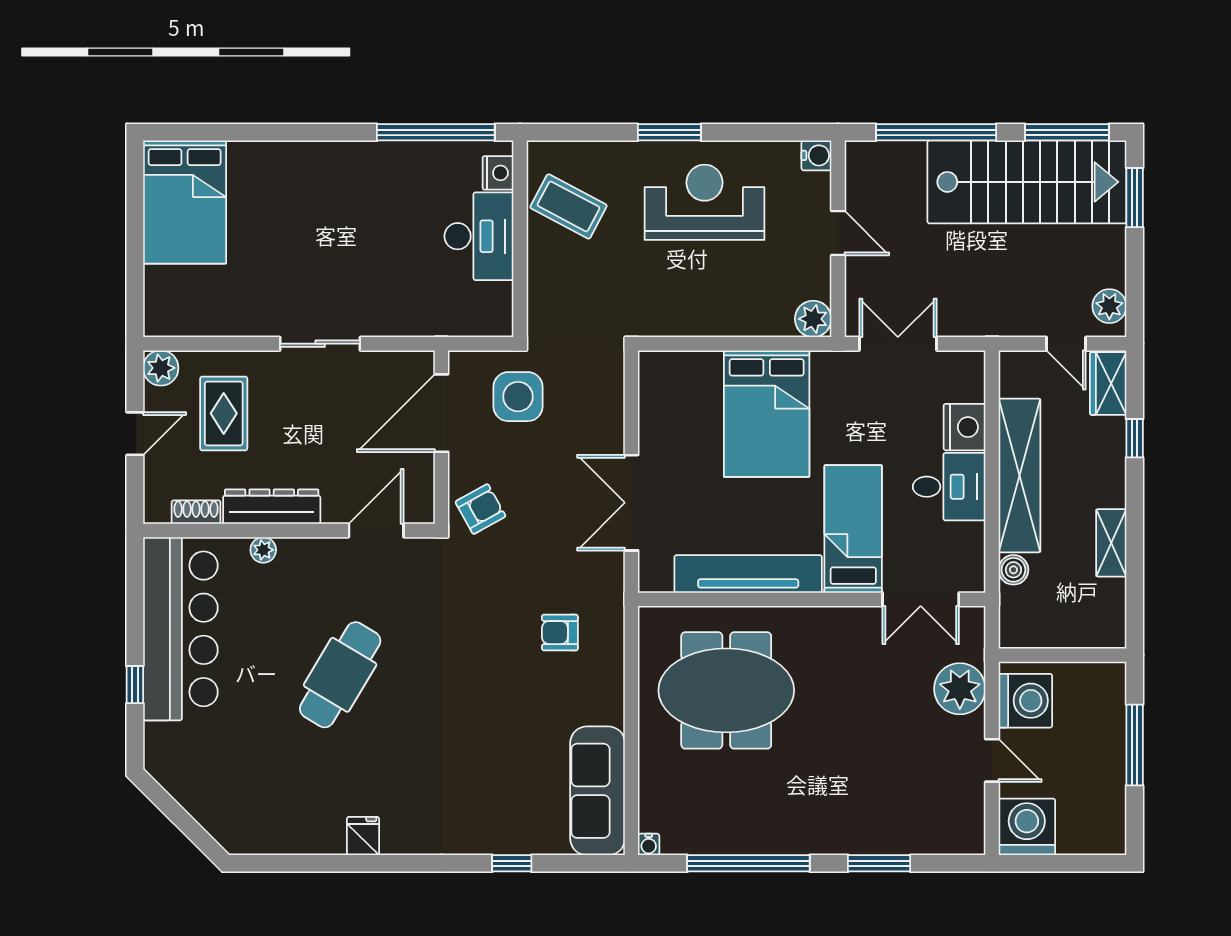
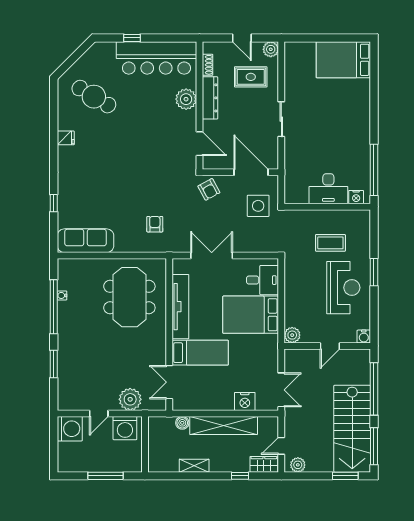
coffee table: (569, 206) -> (330, 243), moved, turned 62
double door: (898, 344) -> (281, 390), moved
desk: (949, 487) -> (263, 280), moved, turned -90
plant: (263, 550) -> (186, 99), width x1.88, depth x1.88
cafe table: (340, 675) -> (94, 97), moved
water cooler: (649, 844) -> (62, 295), moved

